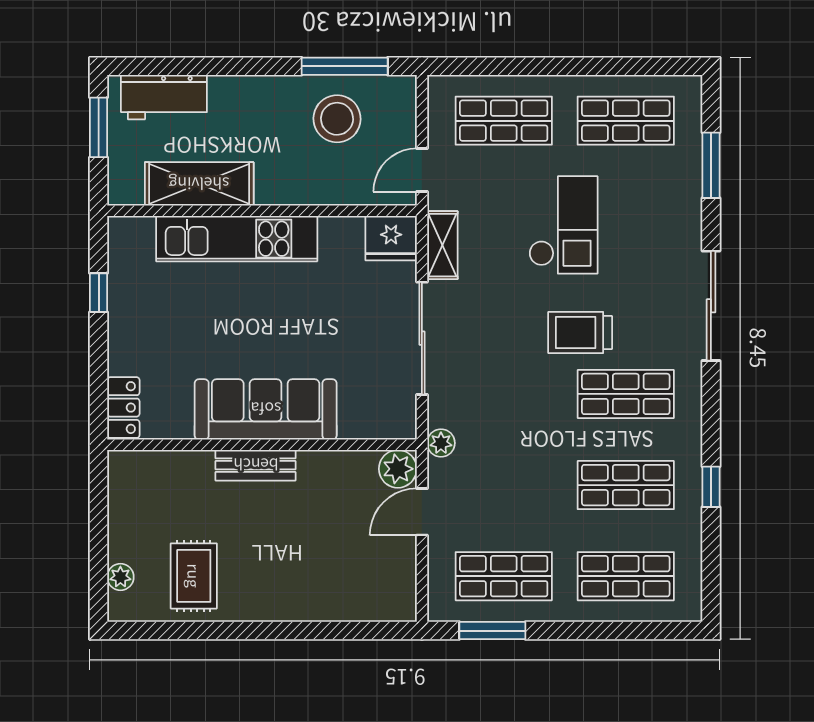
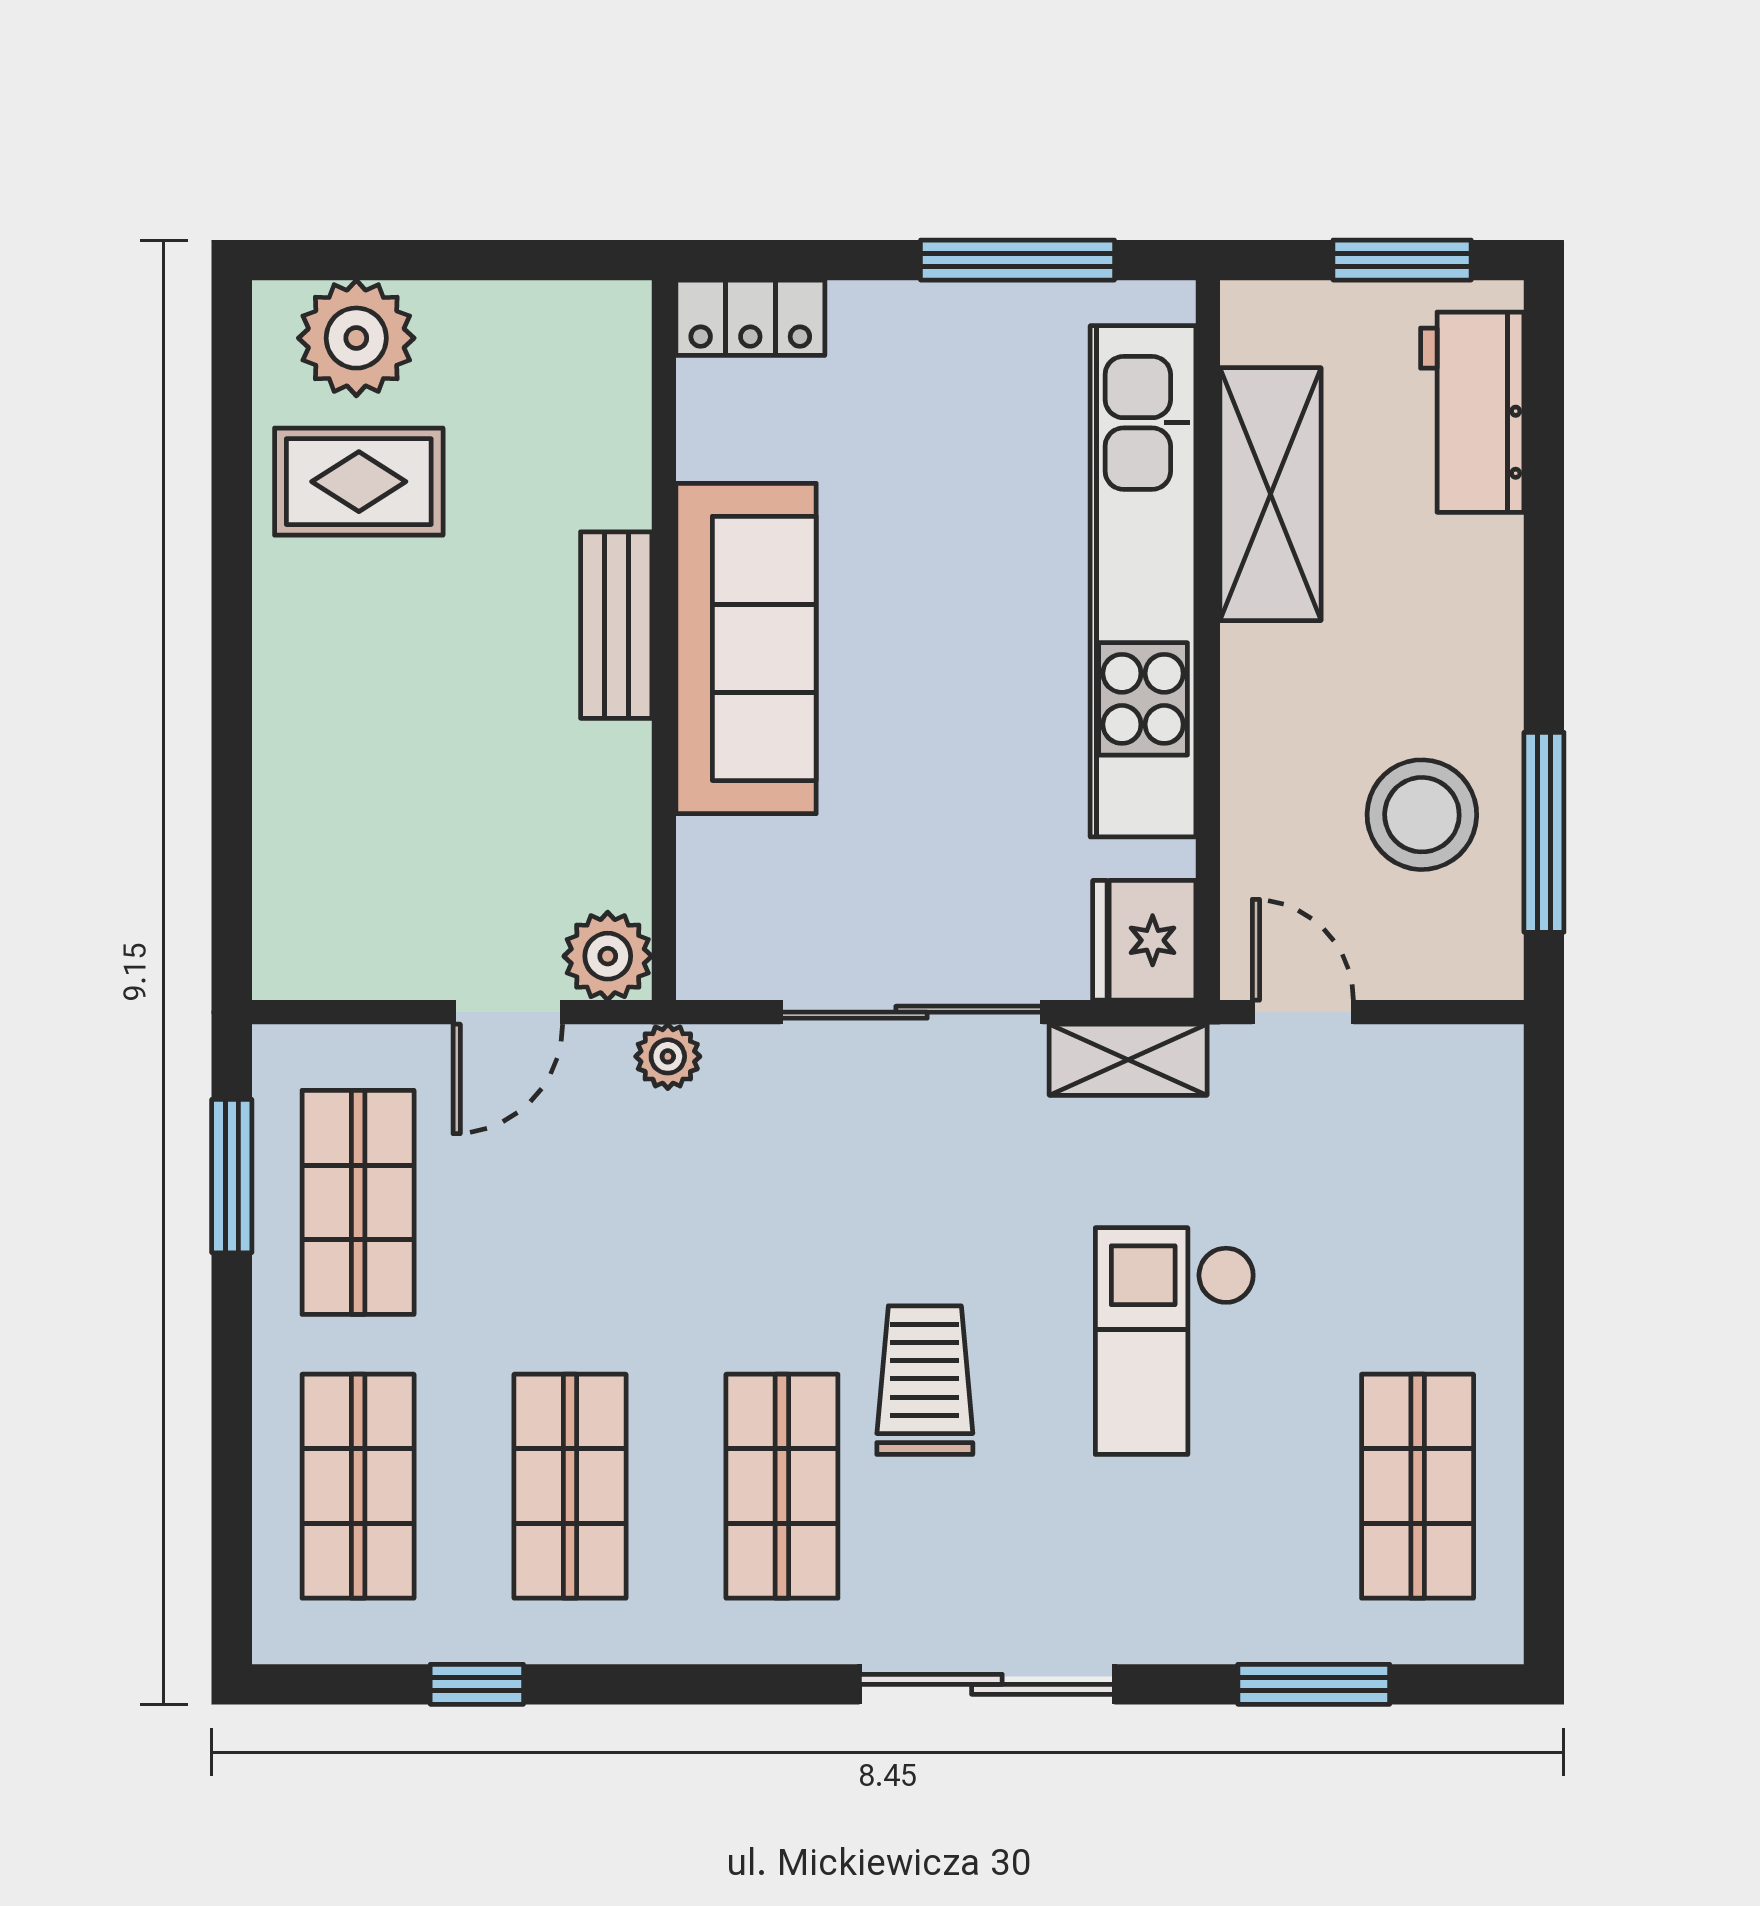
shop shelf: (504, 121) -> (1418, 1202), removed
checkout: (563, 225) -> (1175, 1341), turned 90
kitchen unit: (237, 239) -> (1143, 581), width x1.36
window: (99, 293) -> (1018, 260), width x2.17
window: (711, 487) -> (477, 1684), moved
door: (422, 512) -> (508, 1012), swing flipped
plant: (120, 577) -> (356, 338), width x1.87, depth x1.87

